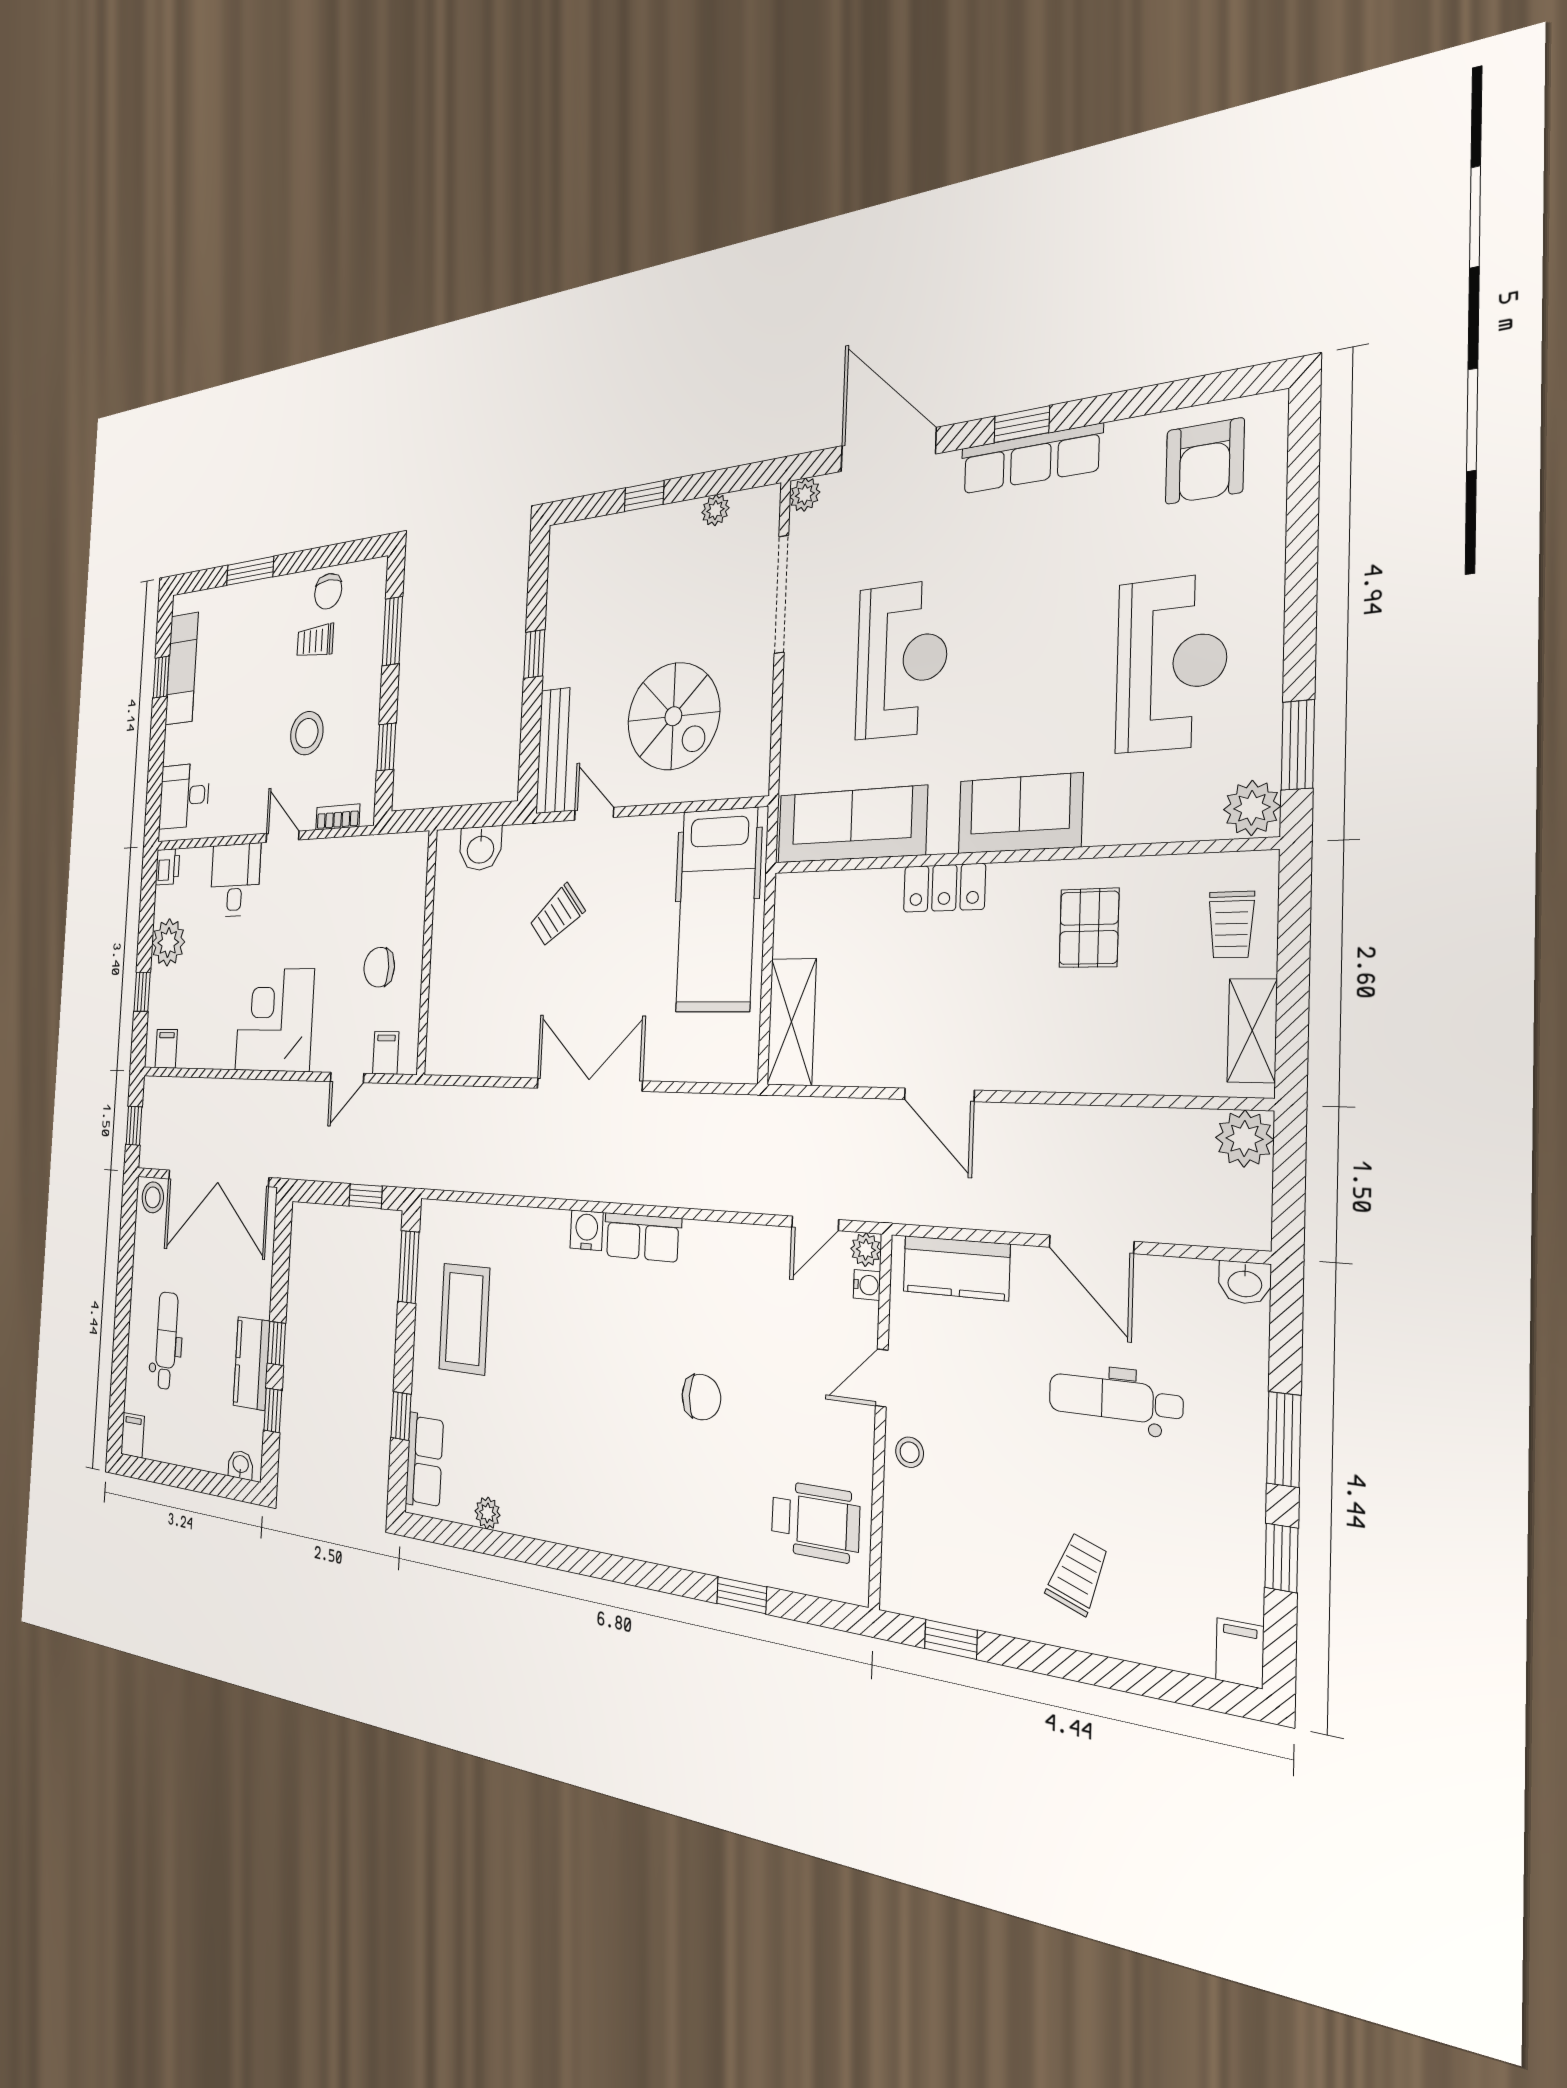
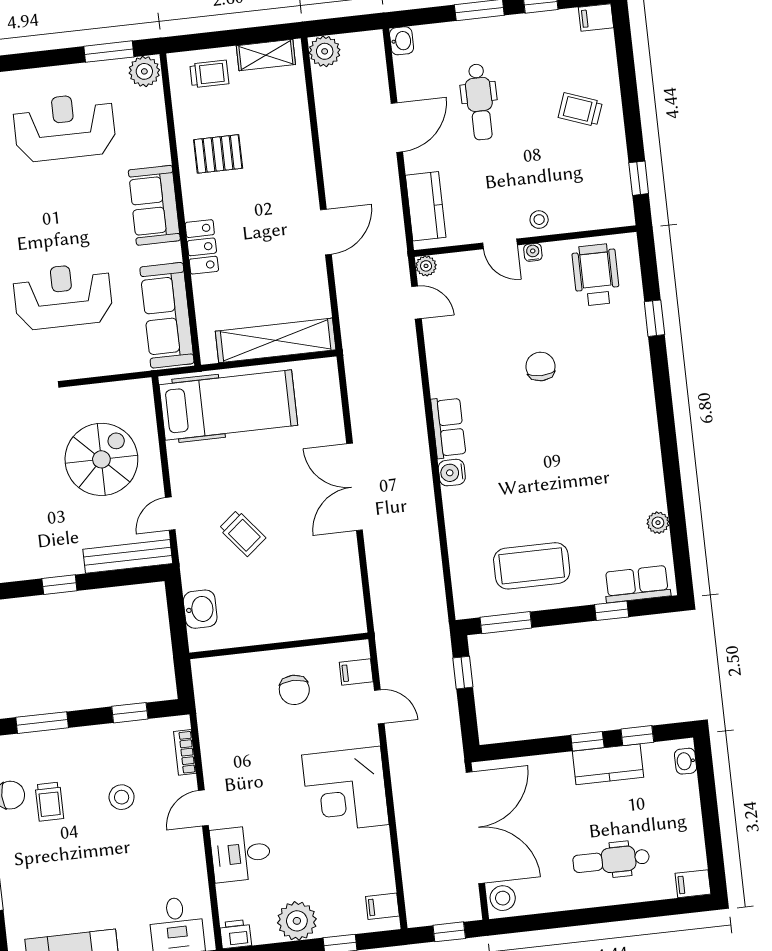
stool: (307, 733) -> (122, 797), width x0.73, depth x0.73
shelving: (792, 1022) -> (276, 340), width x1.47
water cooler: (867, 1285) -> (533, 252), moved

